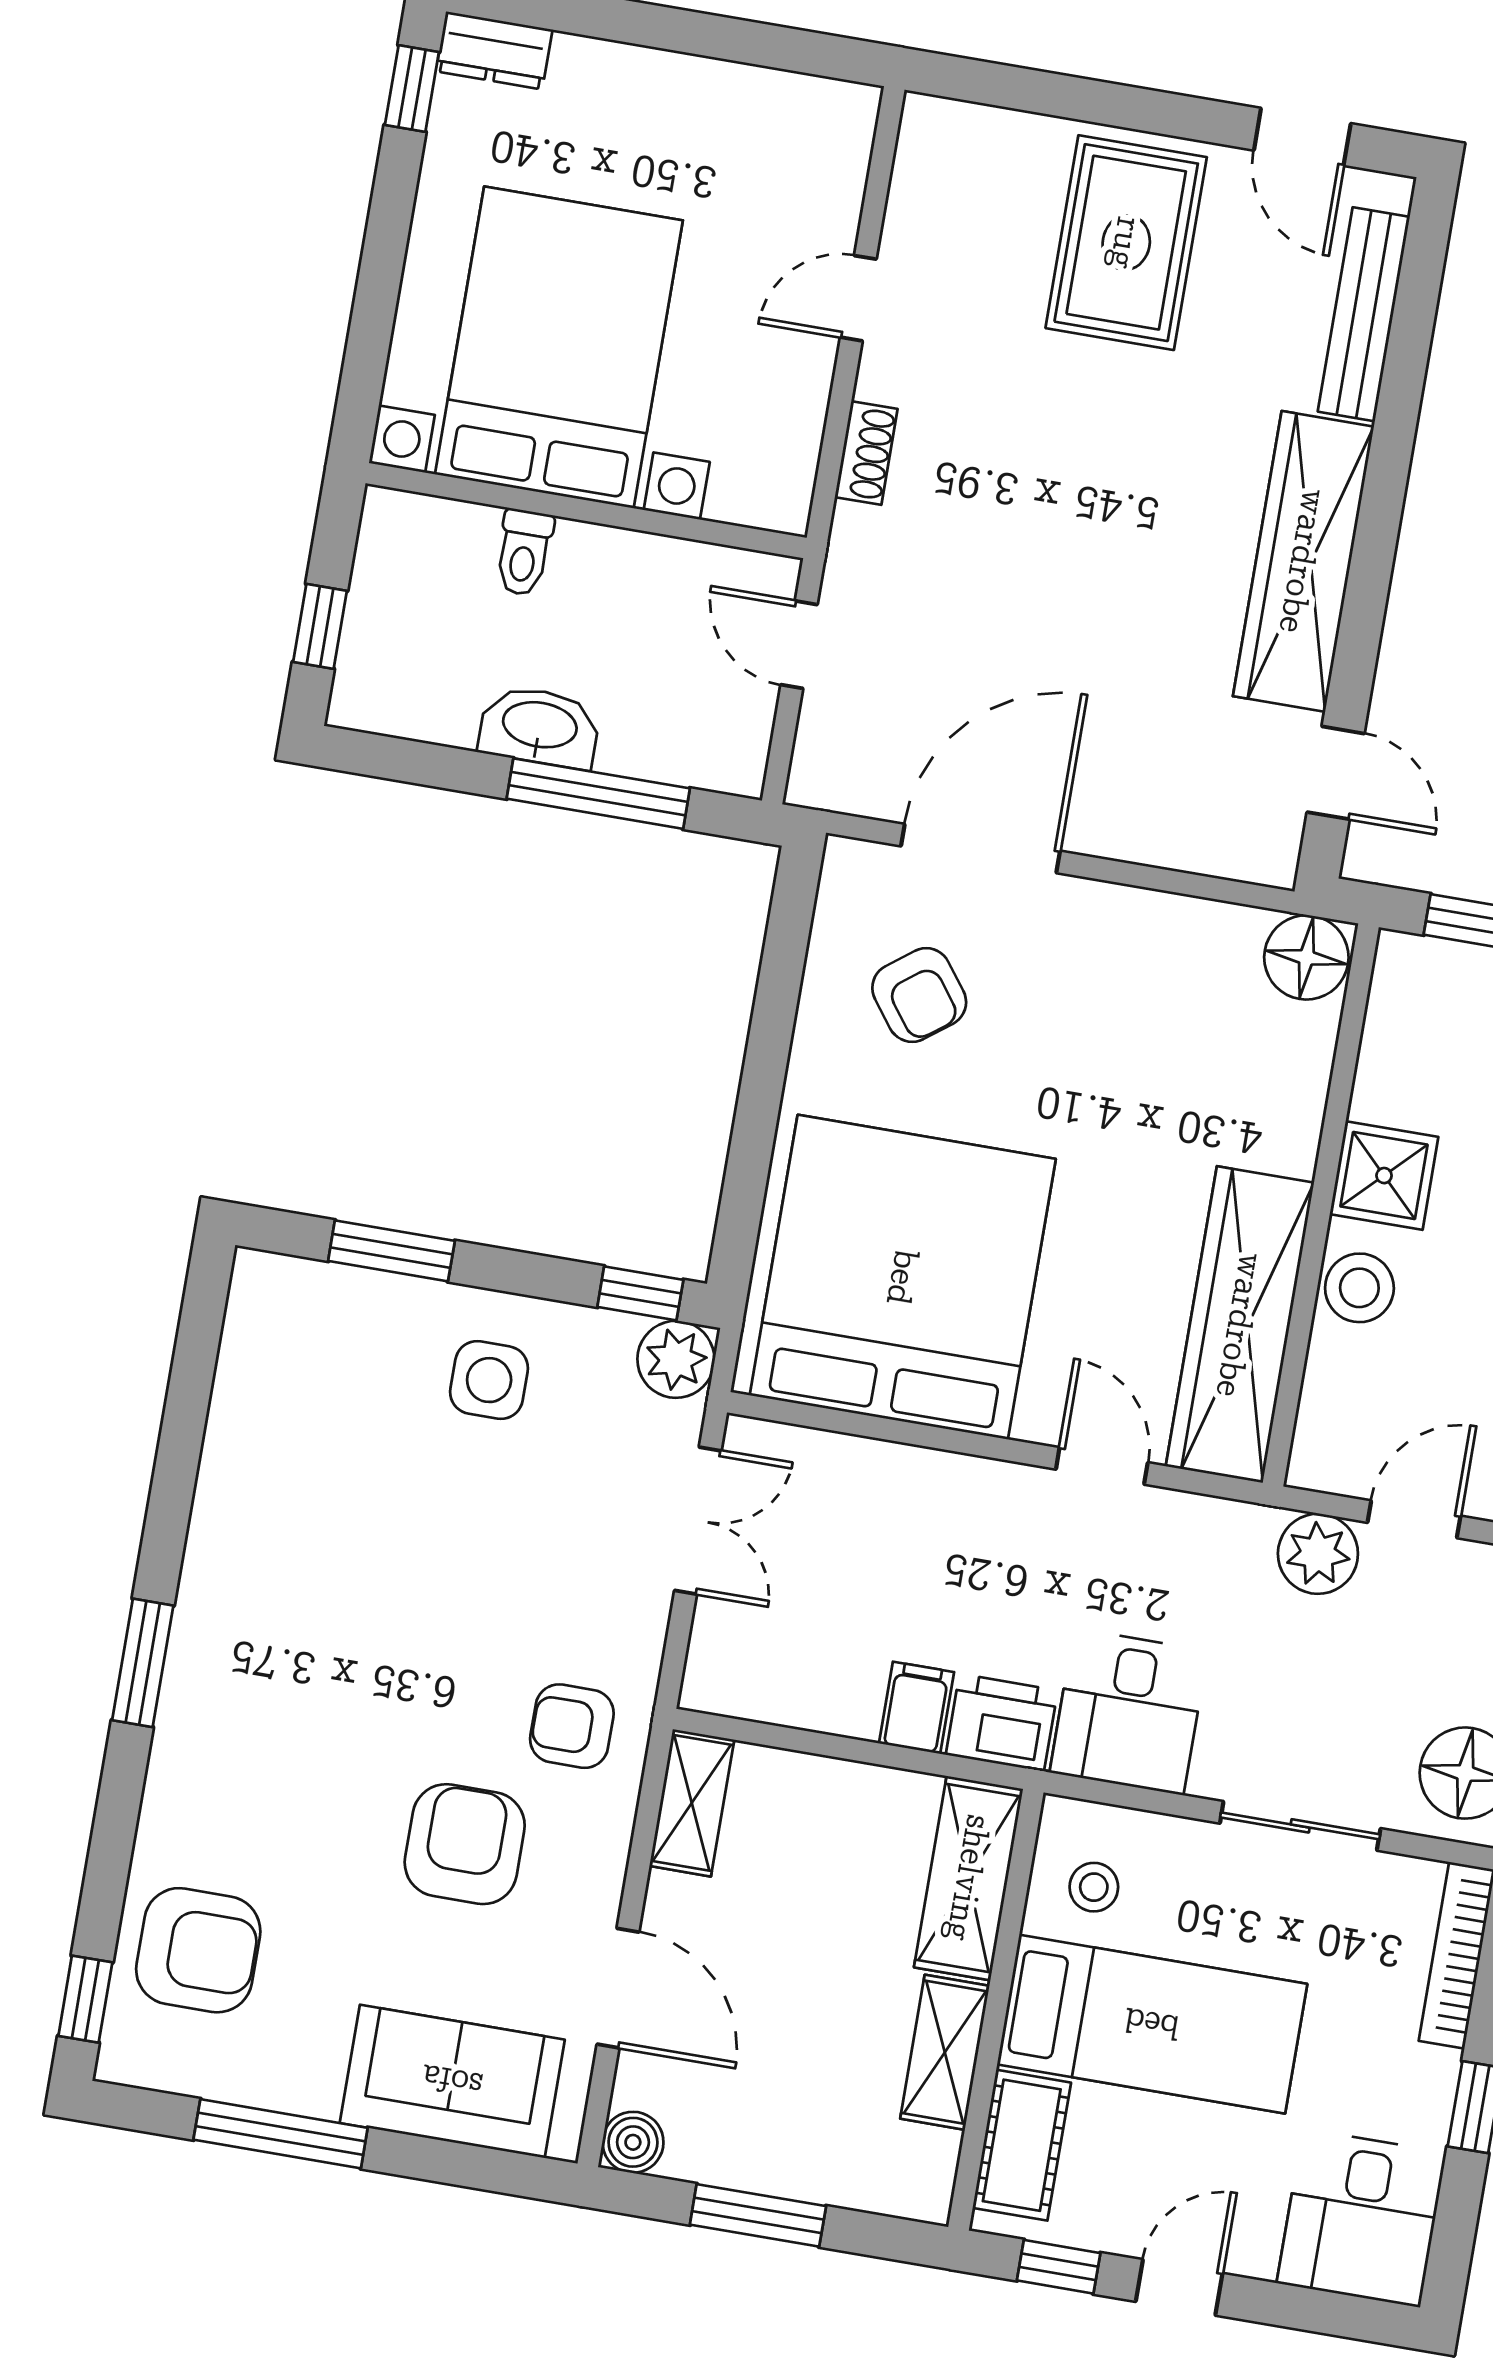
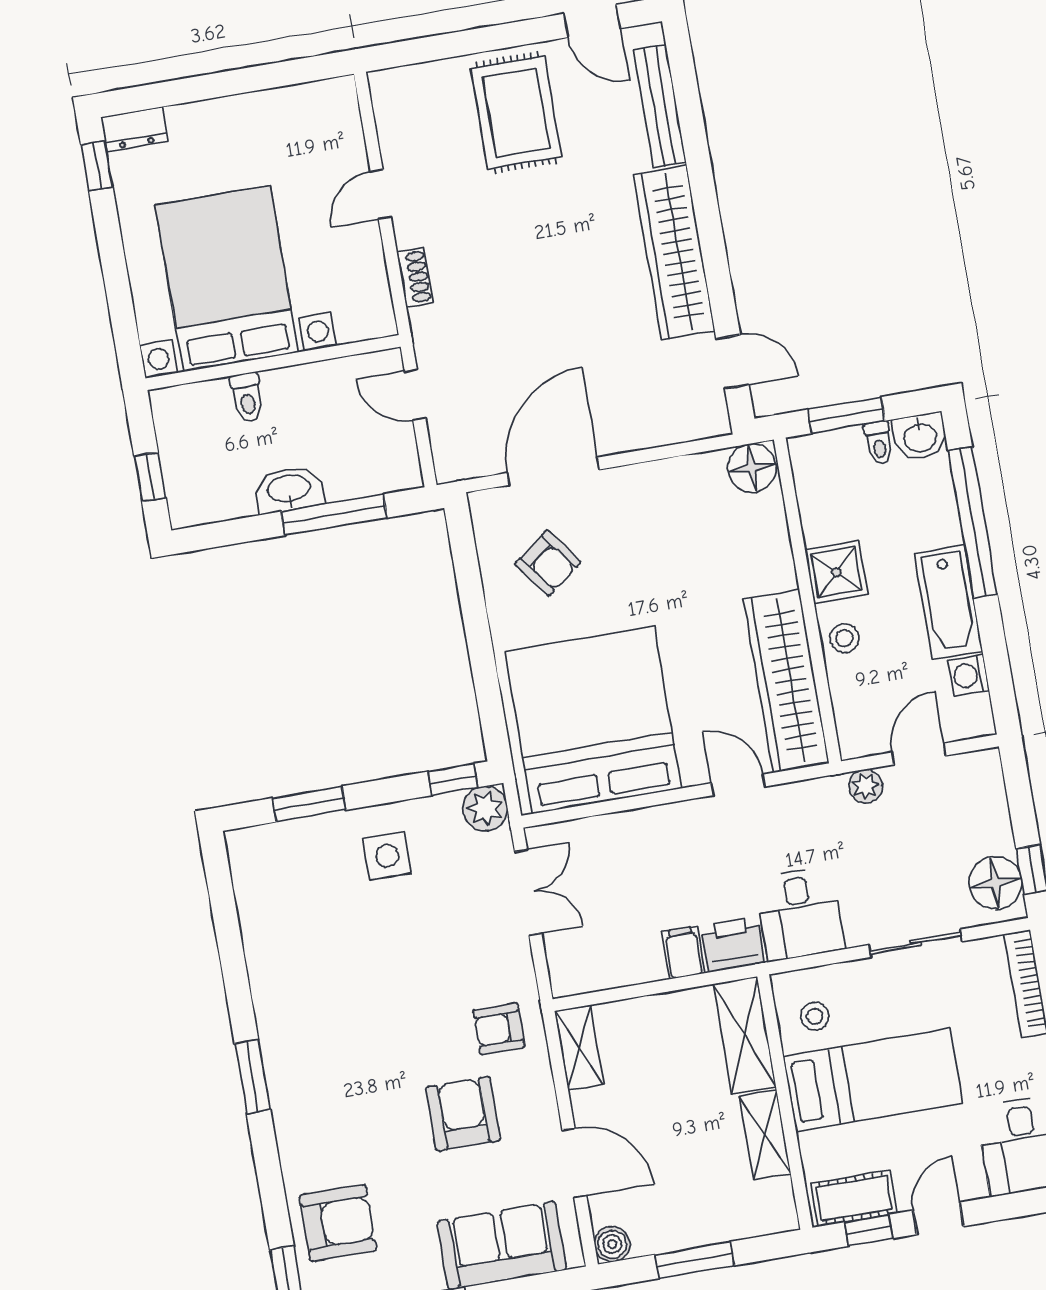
stool: (1359, 1288) -> (844, 638), width x0.73, depth x0.73
plant: (1318, 1554) -> (866, 786), width x0.73, depth x0.73
cot: (1022, 2145) -> (854, 1198), moved, turned 90

